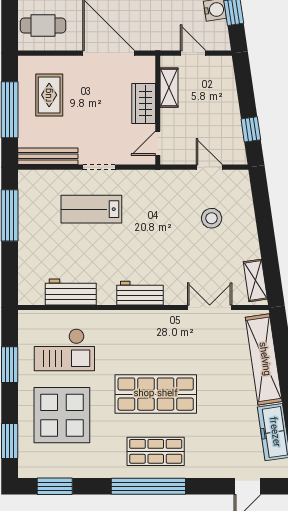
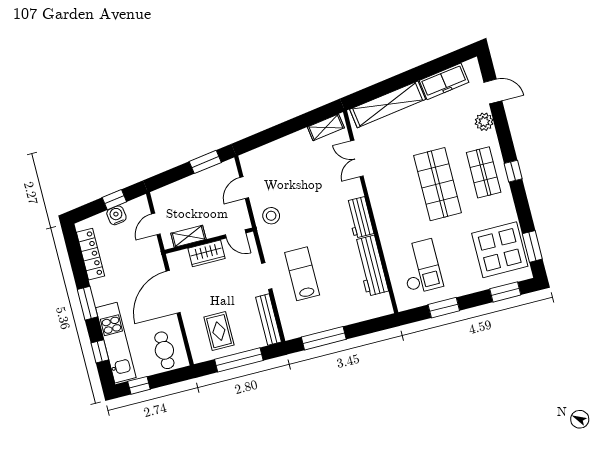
rug: (49, 95) -> (219, 331), turned 90
window: (251, 129) -> (205, 162), width x1.50
lab bench: (91, 209) -> (302, 274), turned 180
stool: (212, 218) -> (271, 216), moved
workbench: (71, 292) -> (371, 266), width x1.38
display table: (62, 415) -> (500, 250), moved
plant: (215, 467) -> (484, 122), added
window: (148, 486) -> (513, 171), width x0.32

